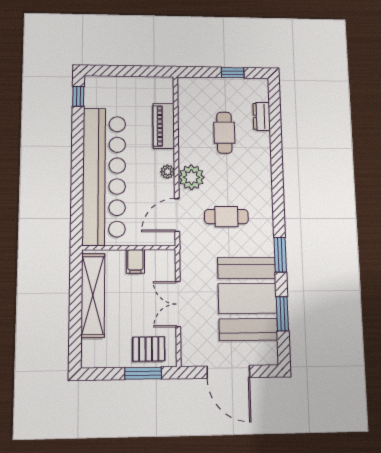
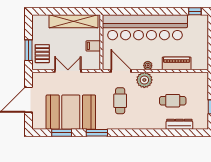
dresser: (262, 116) -> (179, 124), width x1.44

